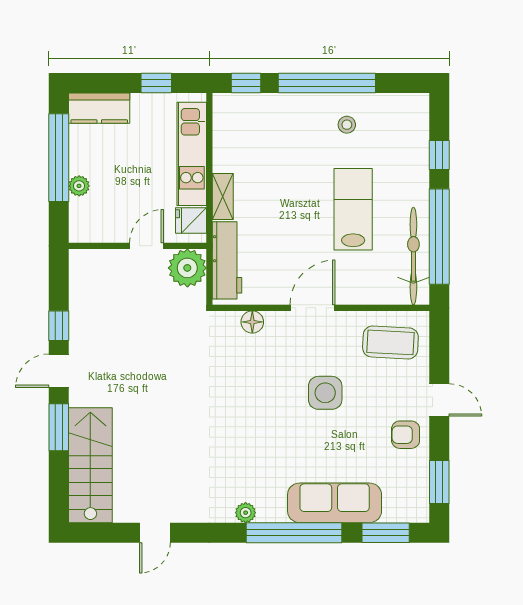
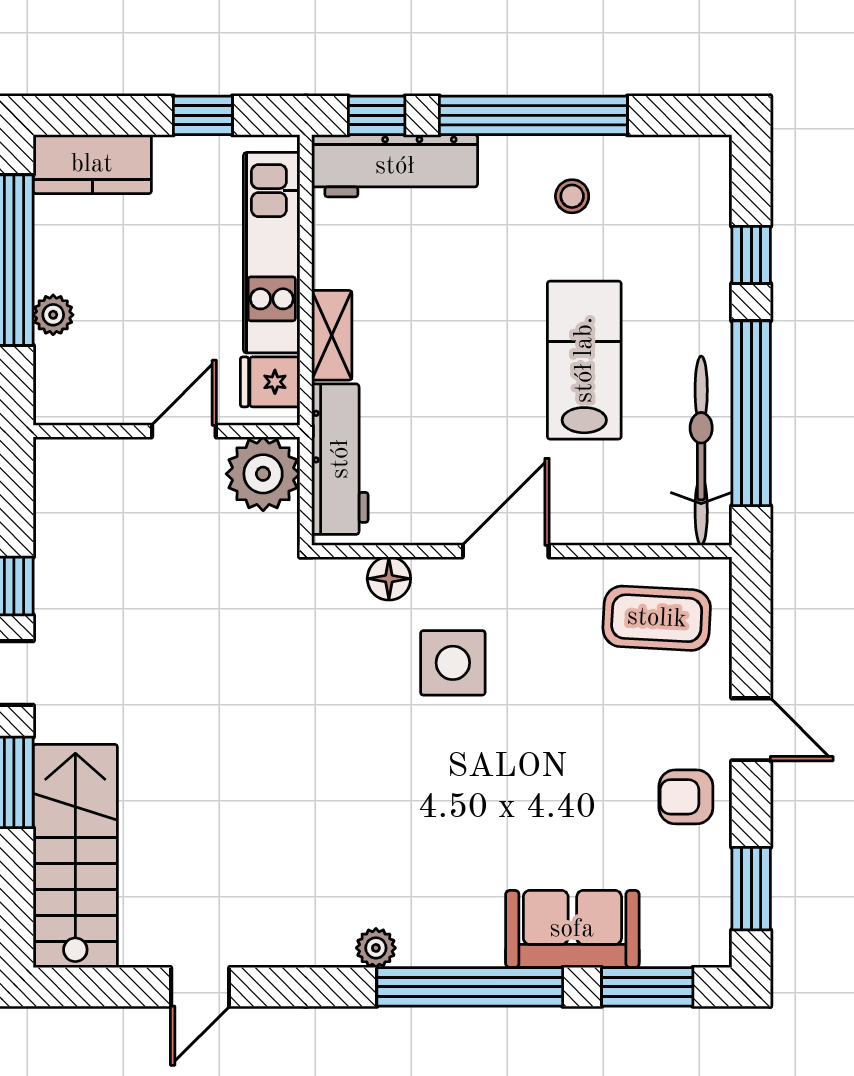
workbench: (255, 109) -> (395, 166), added
side table: (325, 393) -> (453, 663), moved
sofa: (335, 503) -> (572, 929), width x0.73

